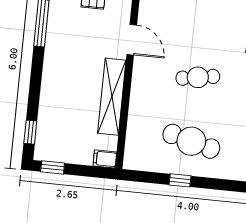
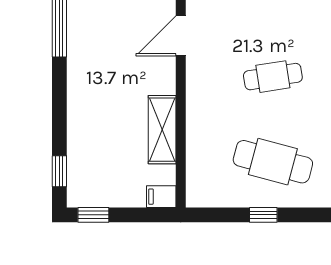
door: (132, 40) -> (181, 36), swing flipped
shelving: (112, 97) -> (162, 130), width x0.68

